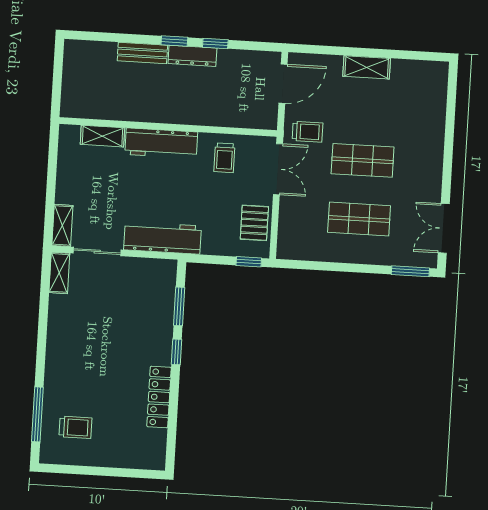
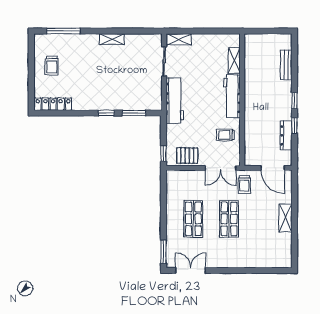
bench: (142, 53) -> (286, 65), moved
dresser: (192, 56) -> (286, 135), moved
shelving: (59, 273) -> (112, 39), moved
locker: (159, 397) -> (53, 104), moved
trolley: (76, 427) -> (52, 66), moved

